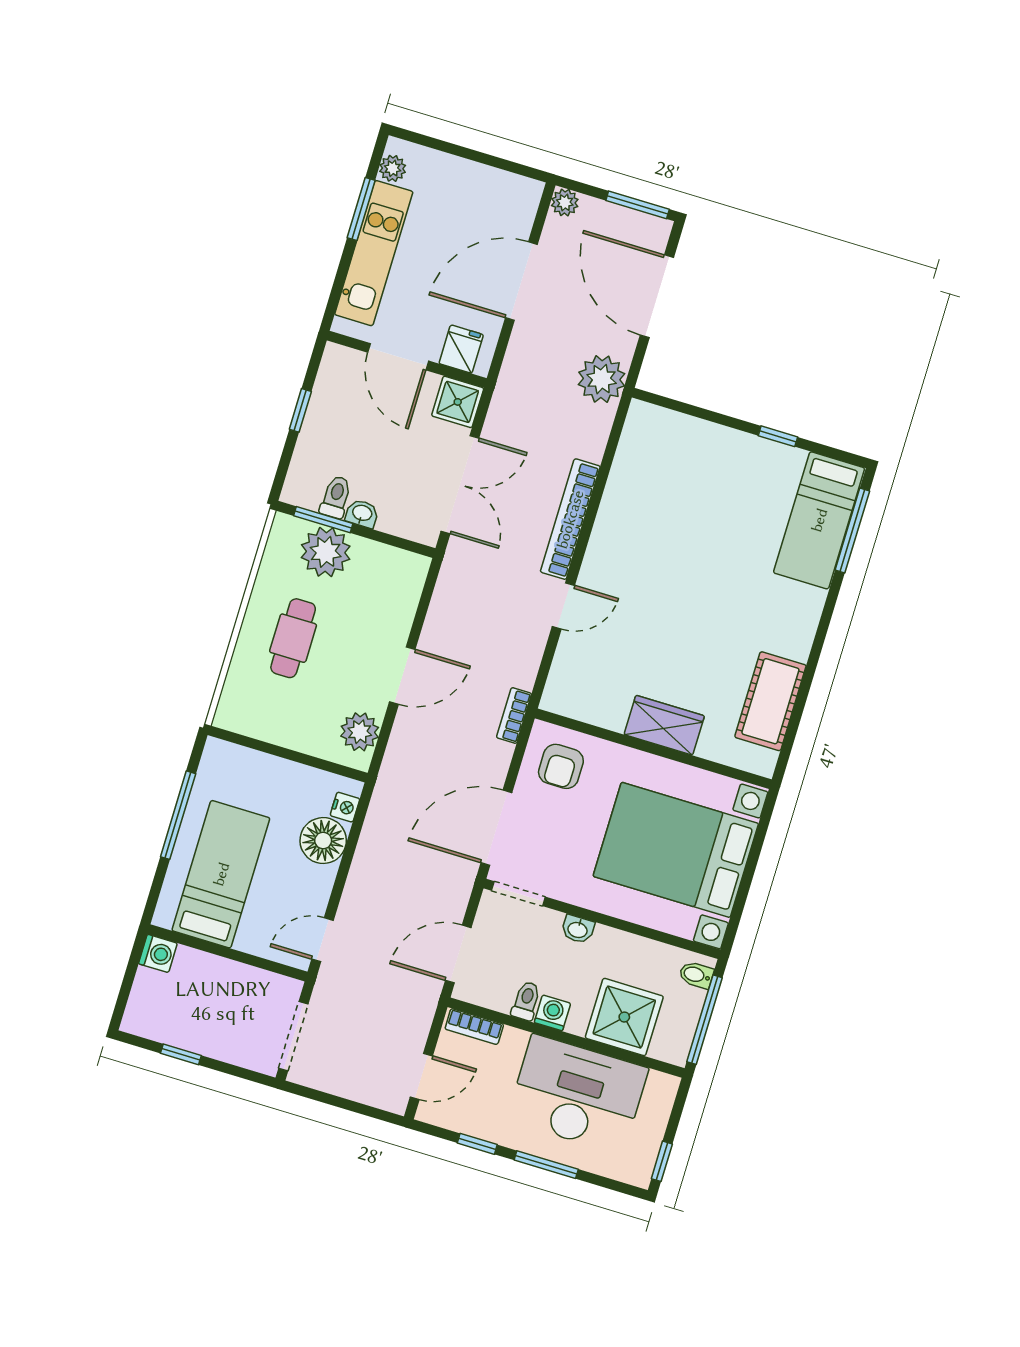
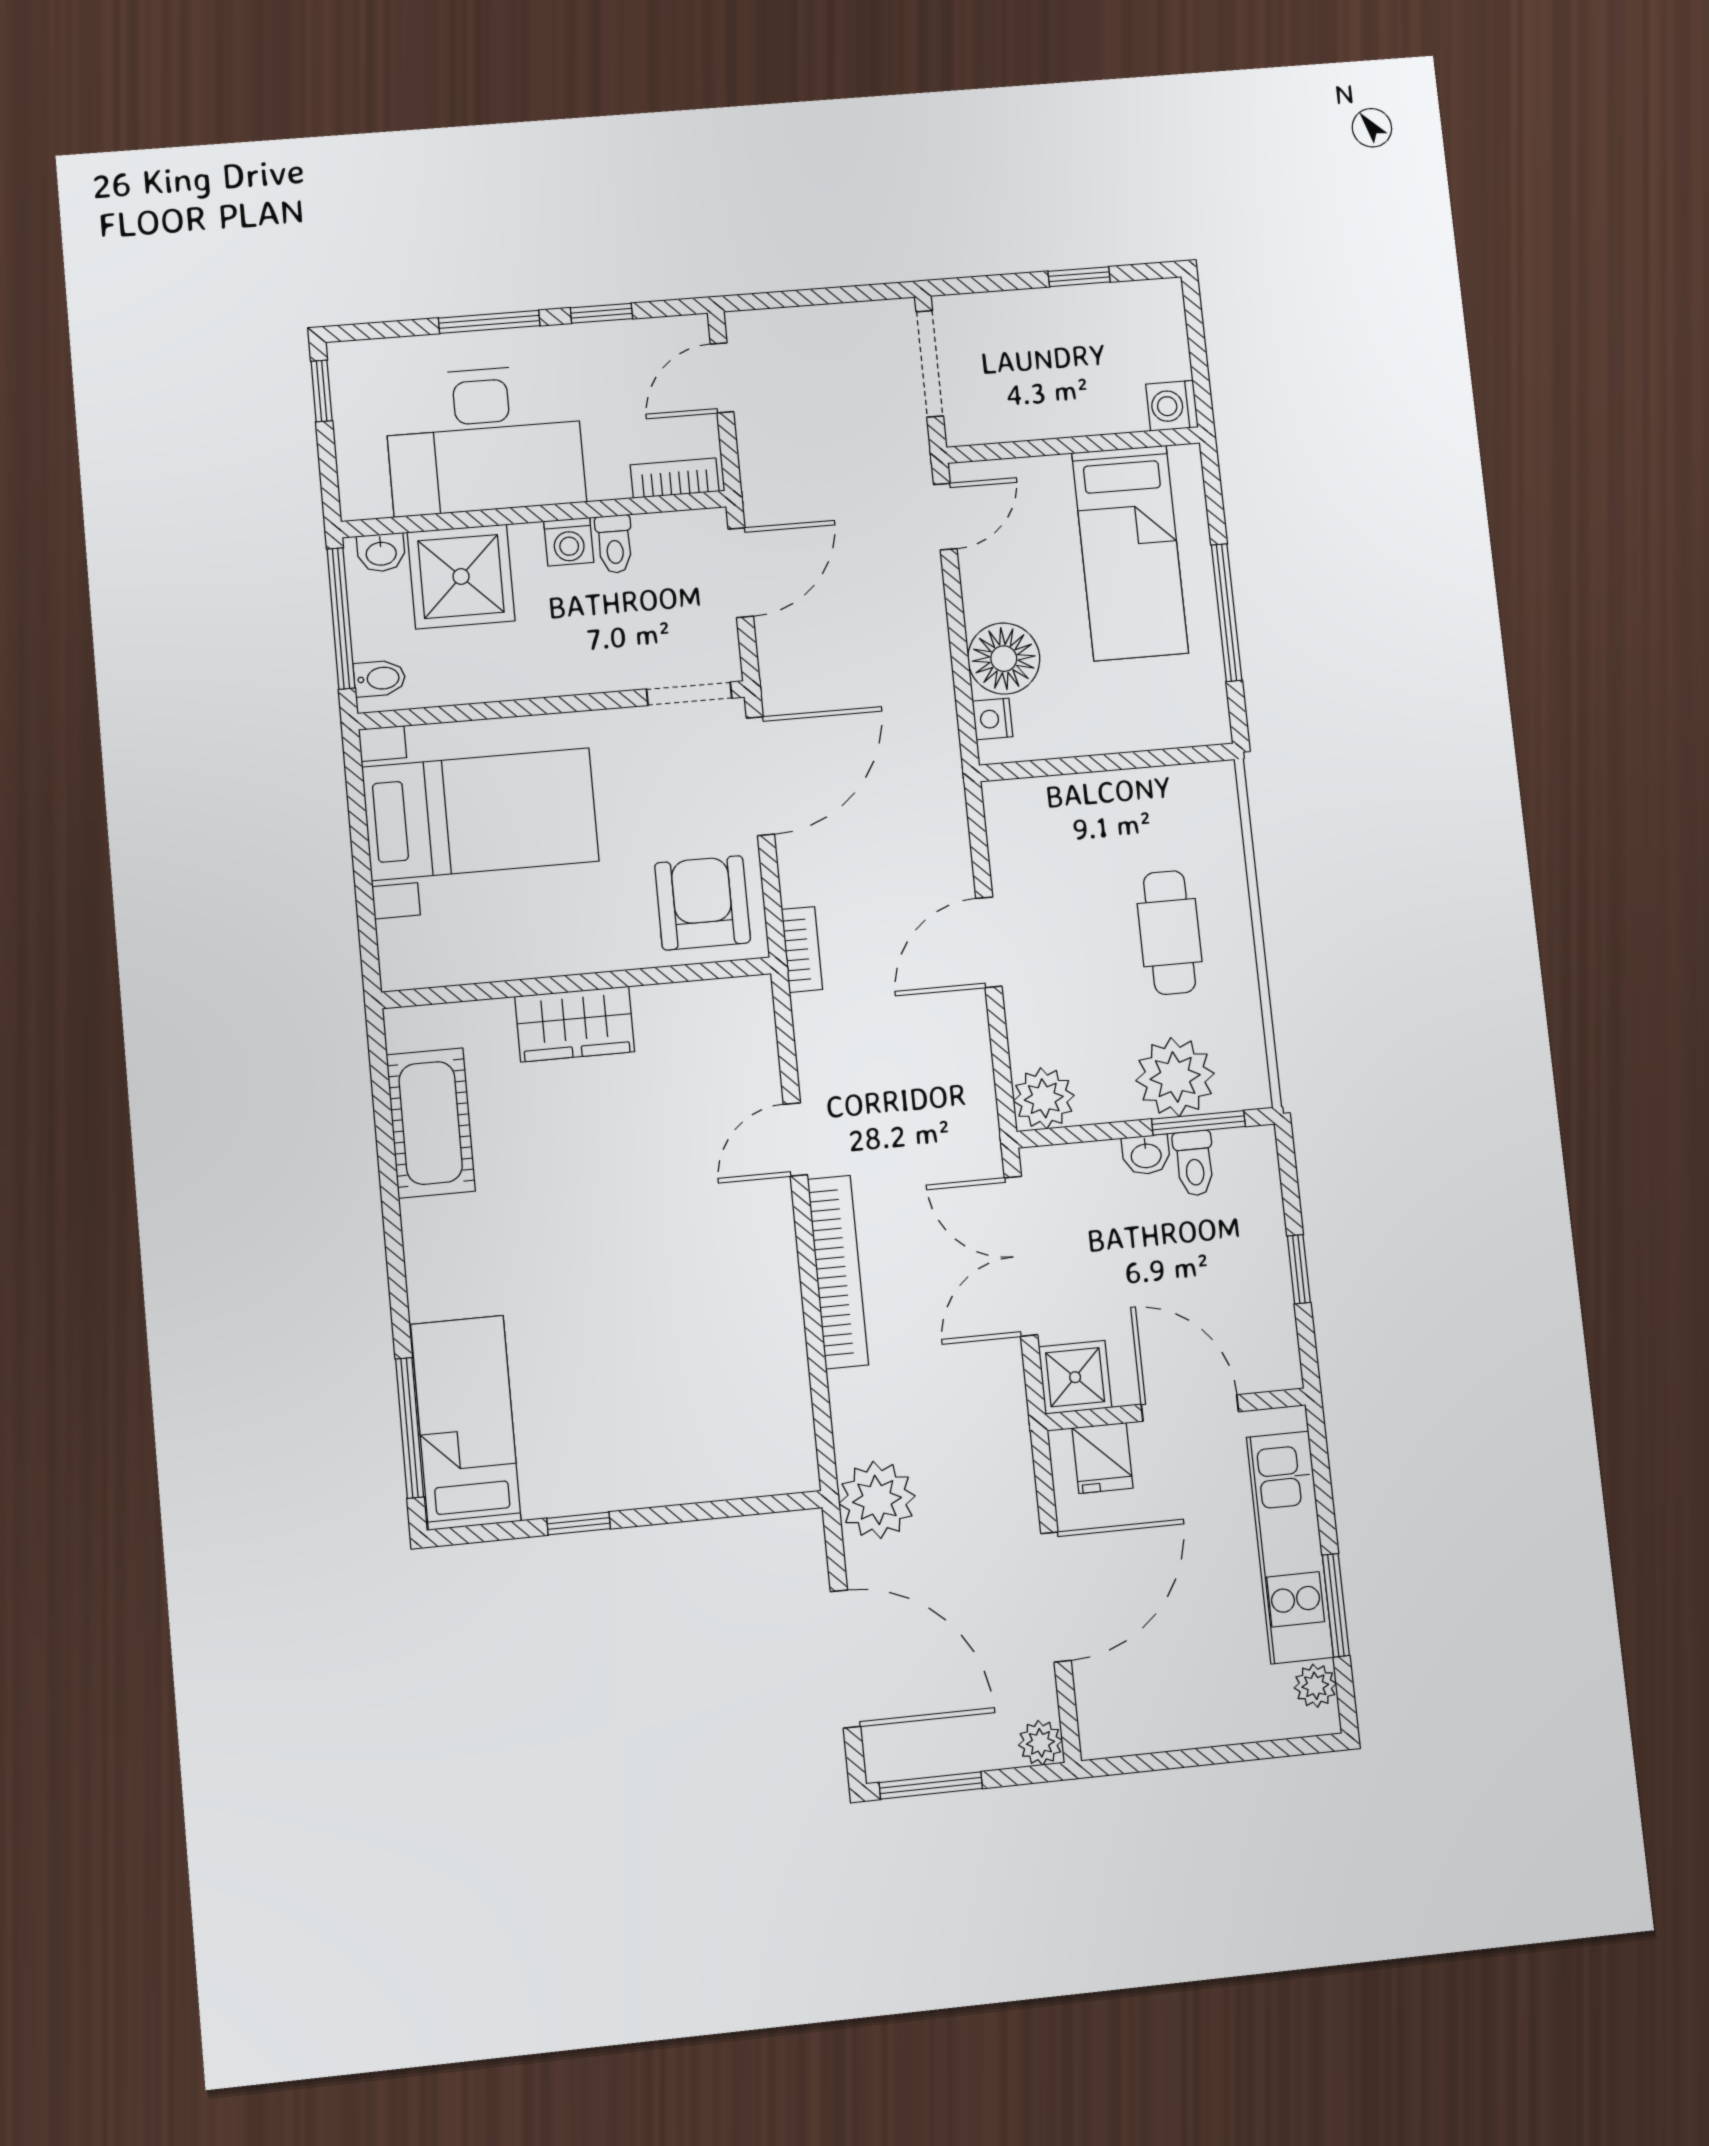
plant: (360, 732) -> (1044, 1098), moved
armchair: (561, 766) -> (703, 903), width x1.38, depth x1.38
bed with nightstands: (676, 850) -> (480, 814), width x0.73
washbasin: (578, 929) -> (381, 553), moved, turned 180

